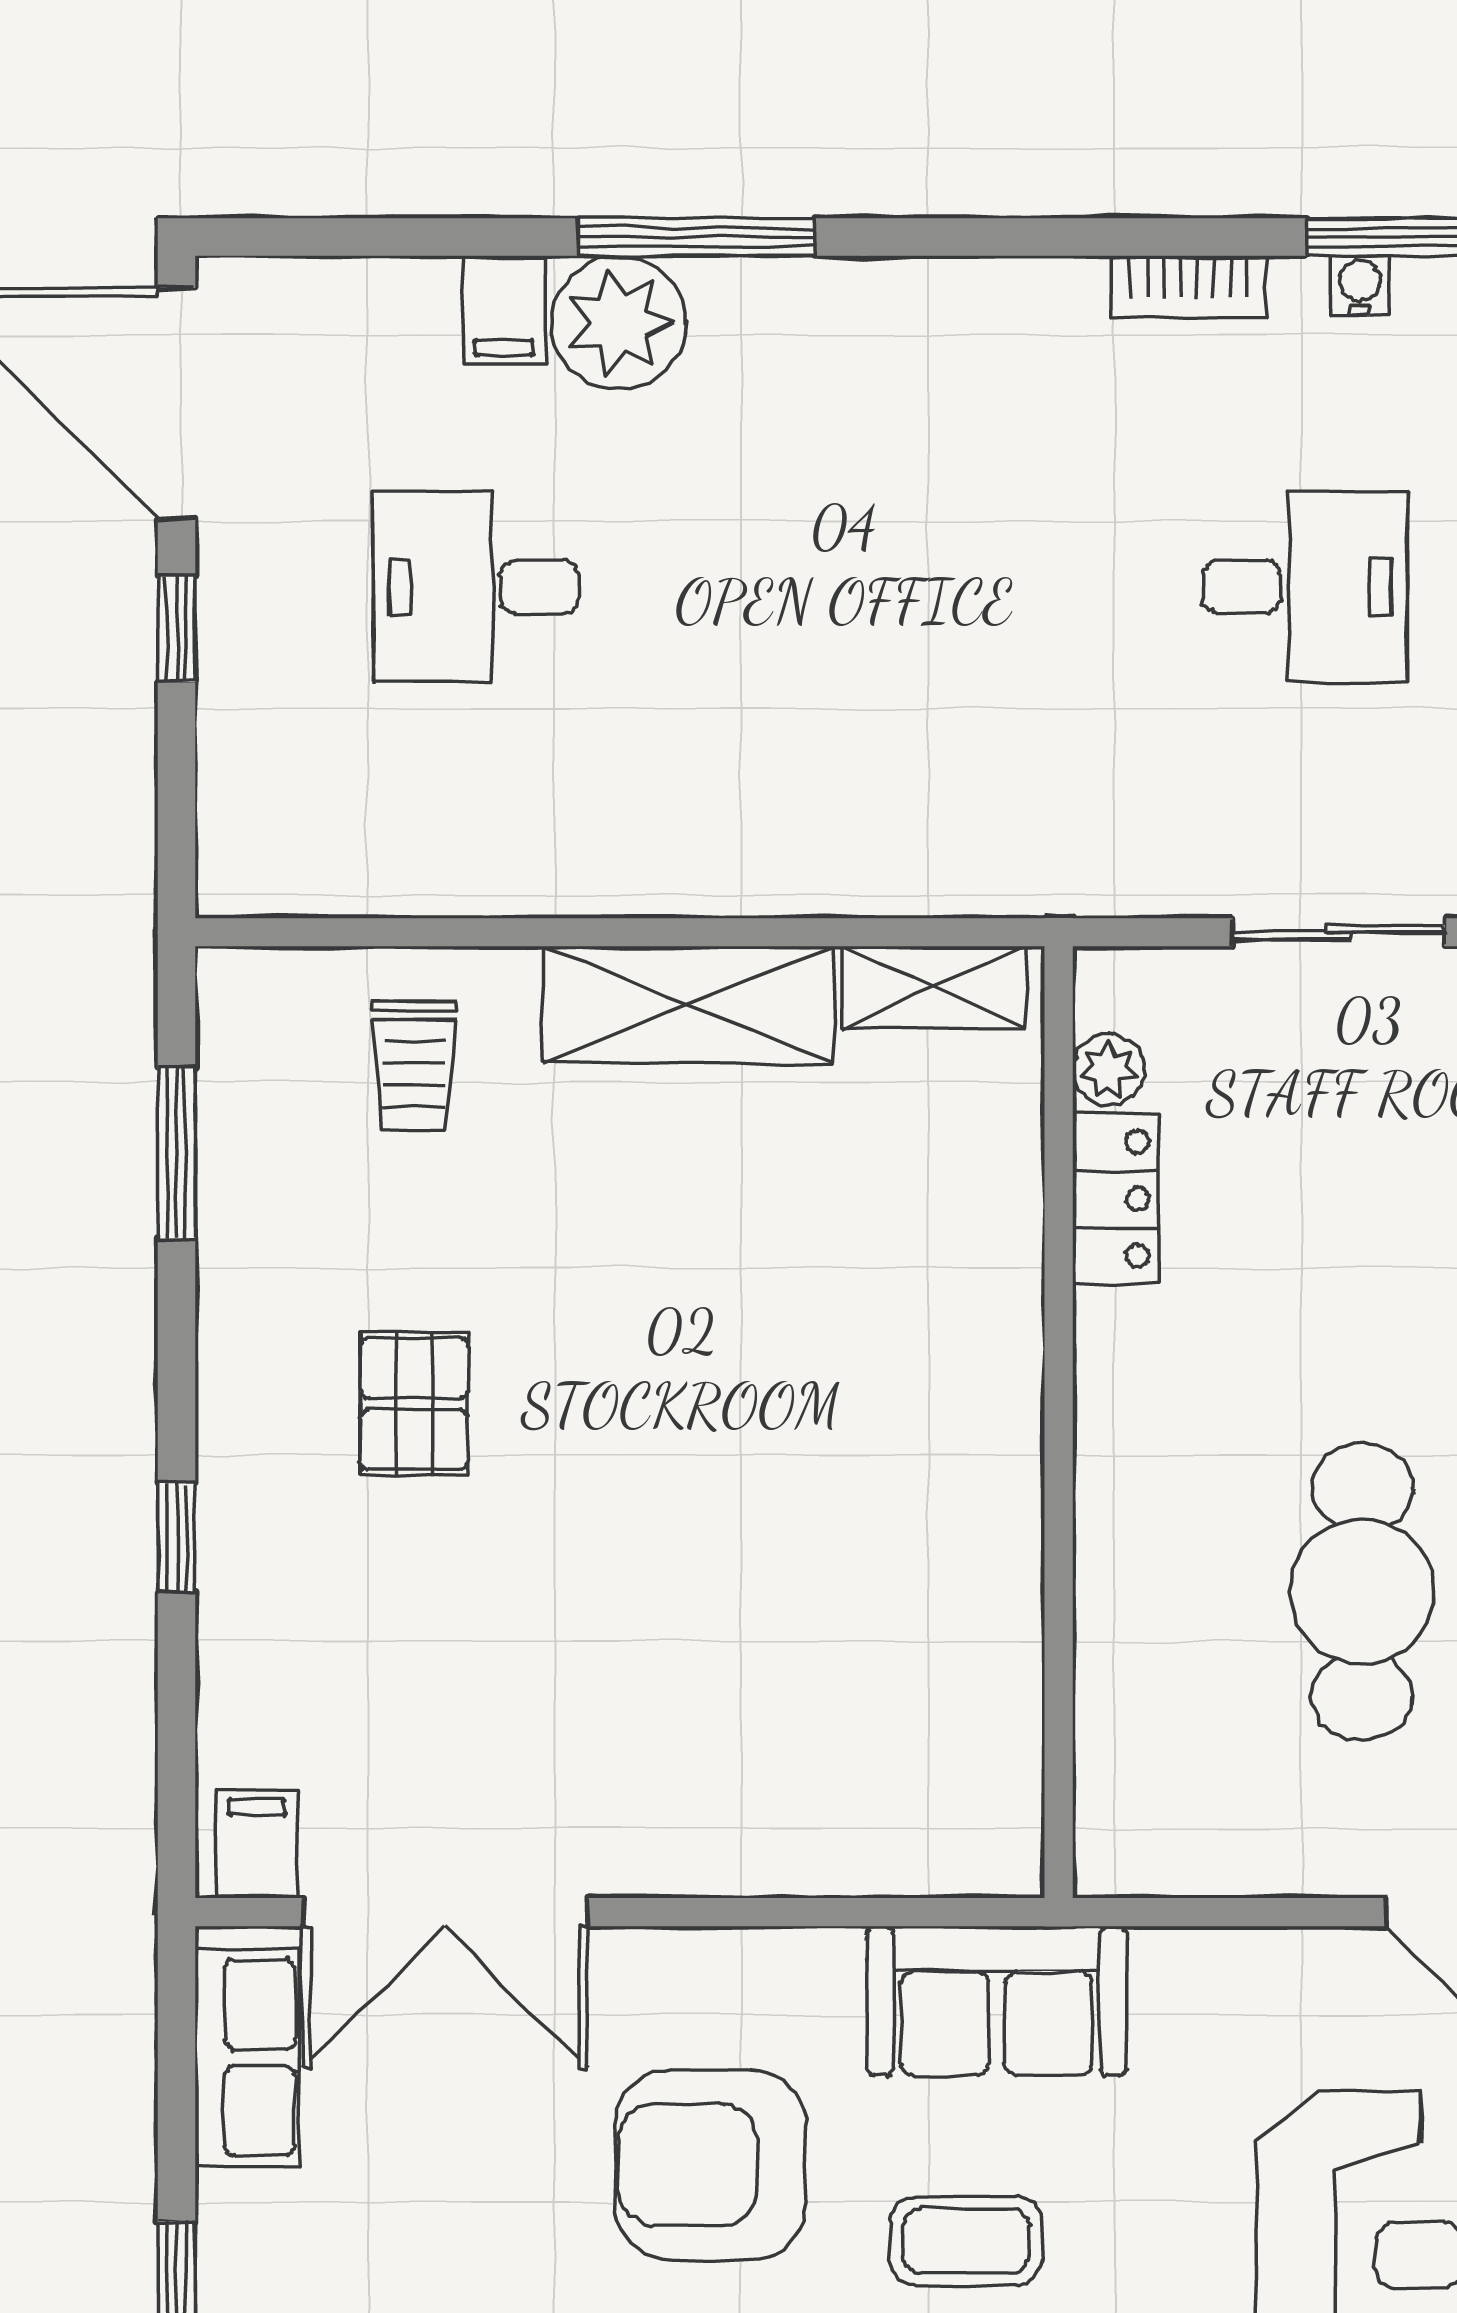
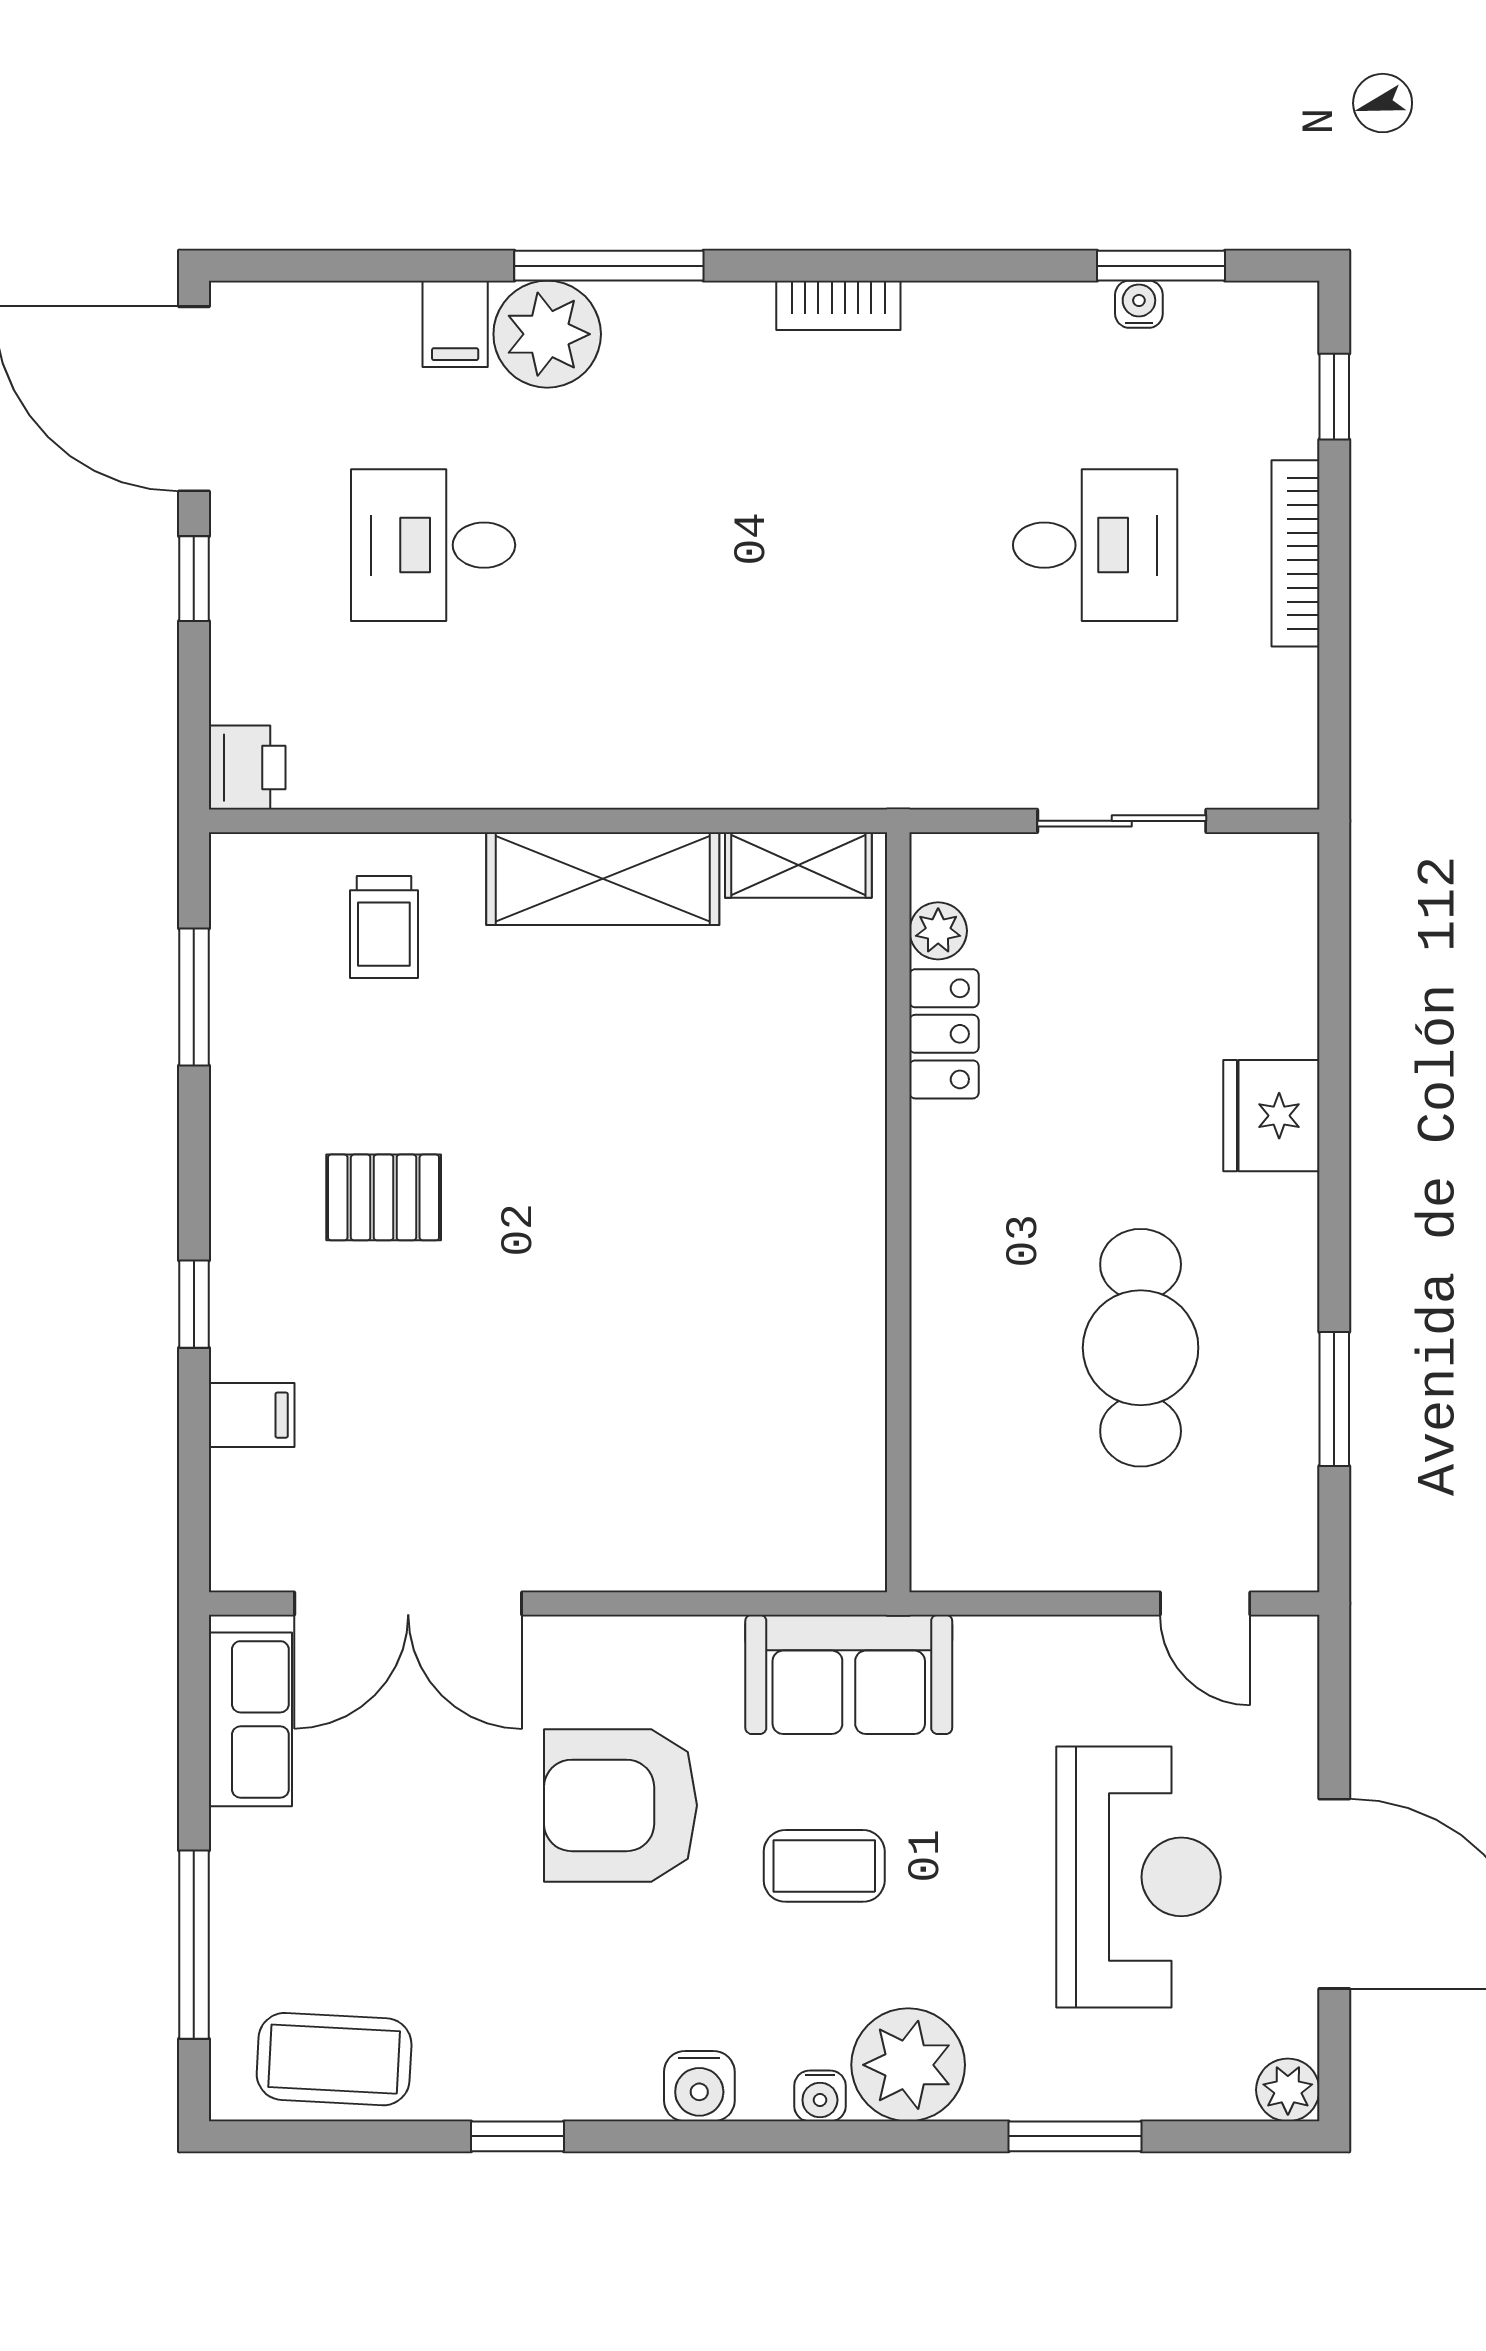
bookcase: (1188, 287) -> (838, 305), moved
printer: (243, 866) -> (247, 768), added
pallet: (414, 1404) -> (384, 1197), turned 90
filing cabinet: (257, 1845) -> (252, 1415), moved, turned 90

